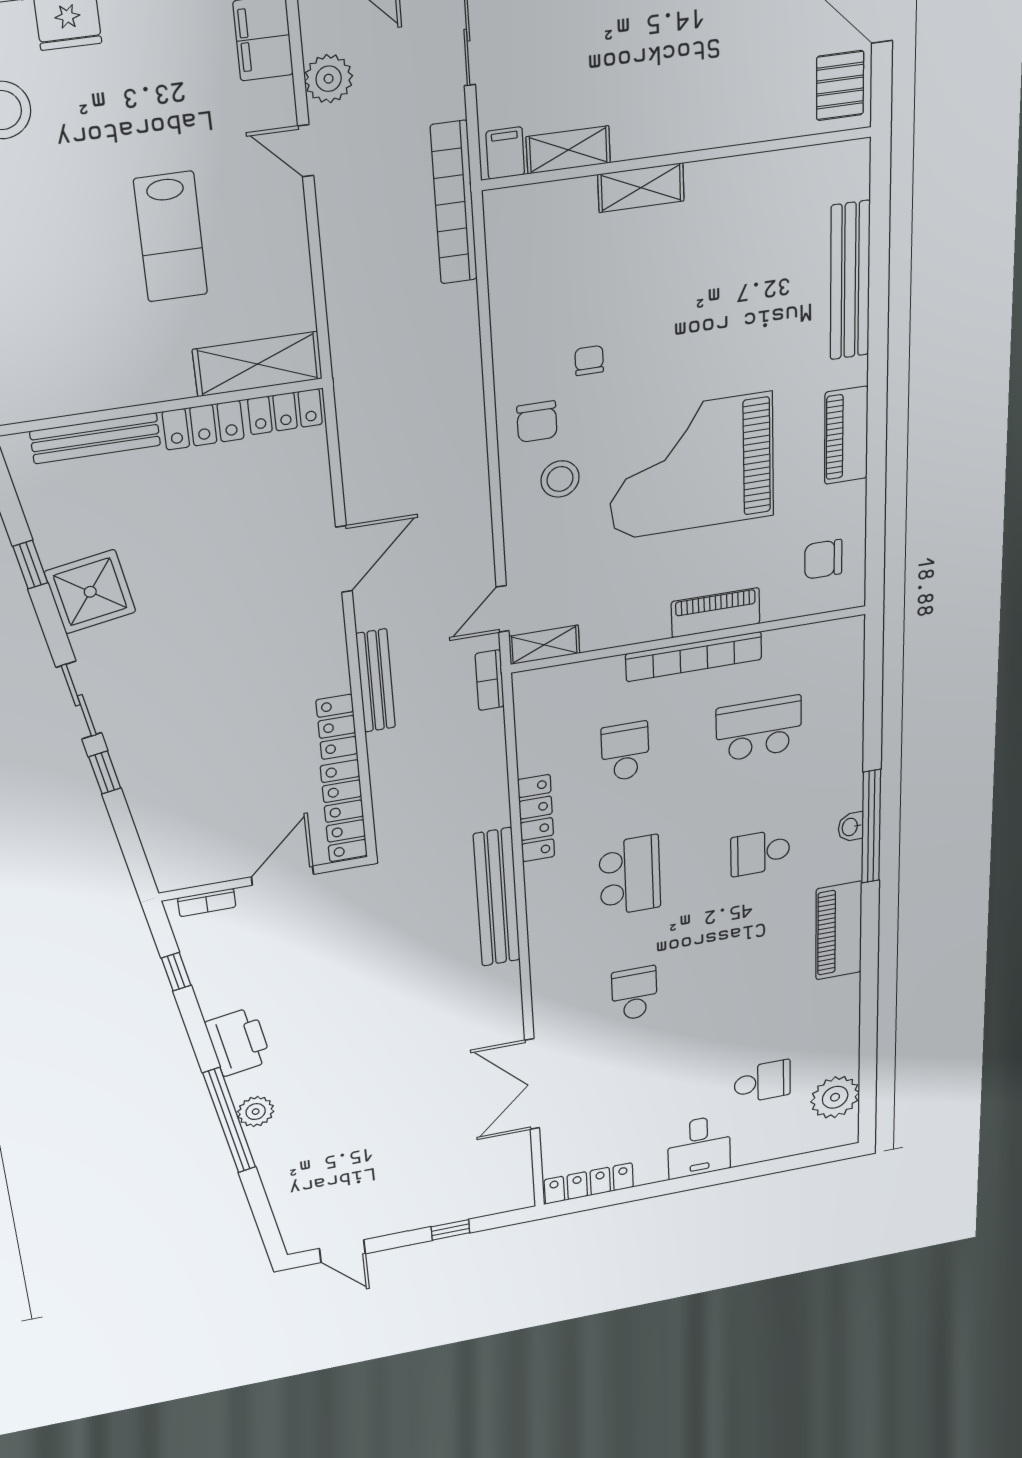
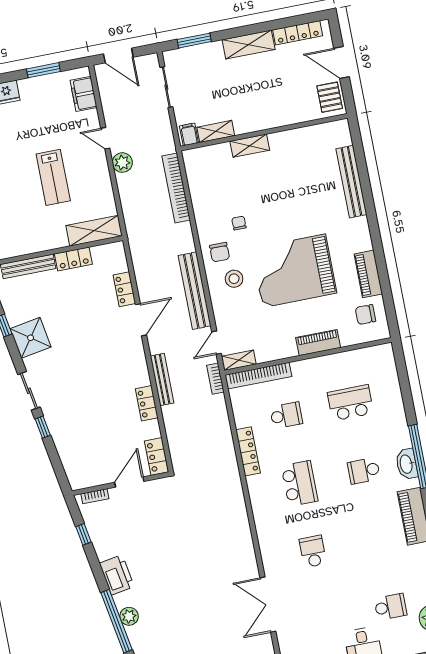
plant: (329, 79) -> (122, 163), moved
bookcase: (454, 203) -> (176, 188), moved
locker: (285, 412) -> (124, 289), moved, turned 90
piano: (846, 435) -> (368, 274), moved
bookcase: (694, 657) -> (258, 376), moved
school desk: (625, 752) -> (286, 415), turned 90
locker: (344, 811) -> (157, 456), width x0.66
washbasin: (851, 827) -> (407, 464), width x1.91, depth x1.45
bench: (497, 897) -> (195, 291), moved

